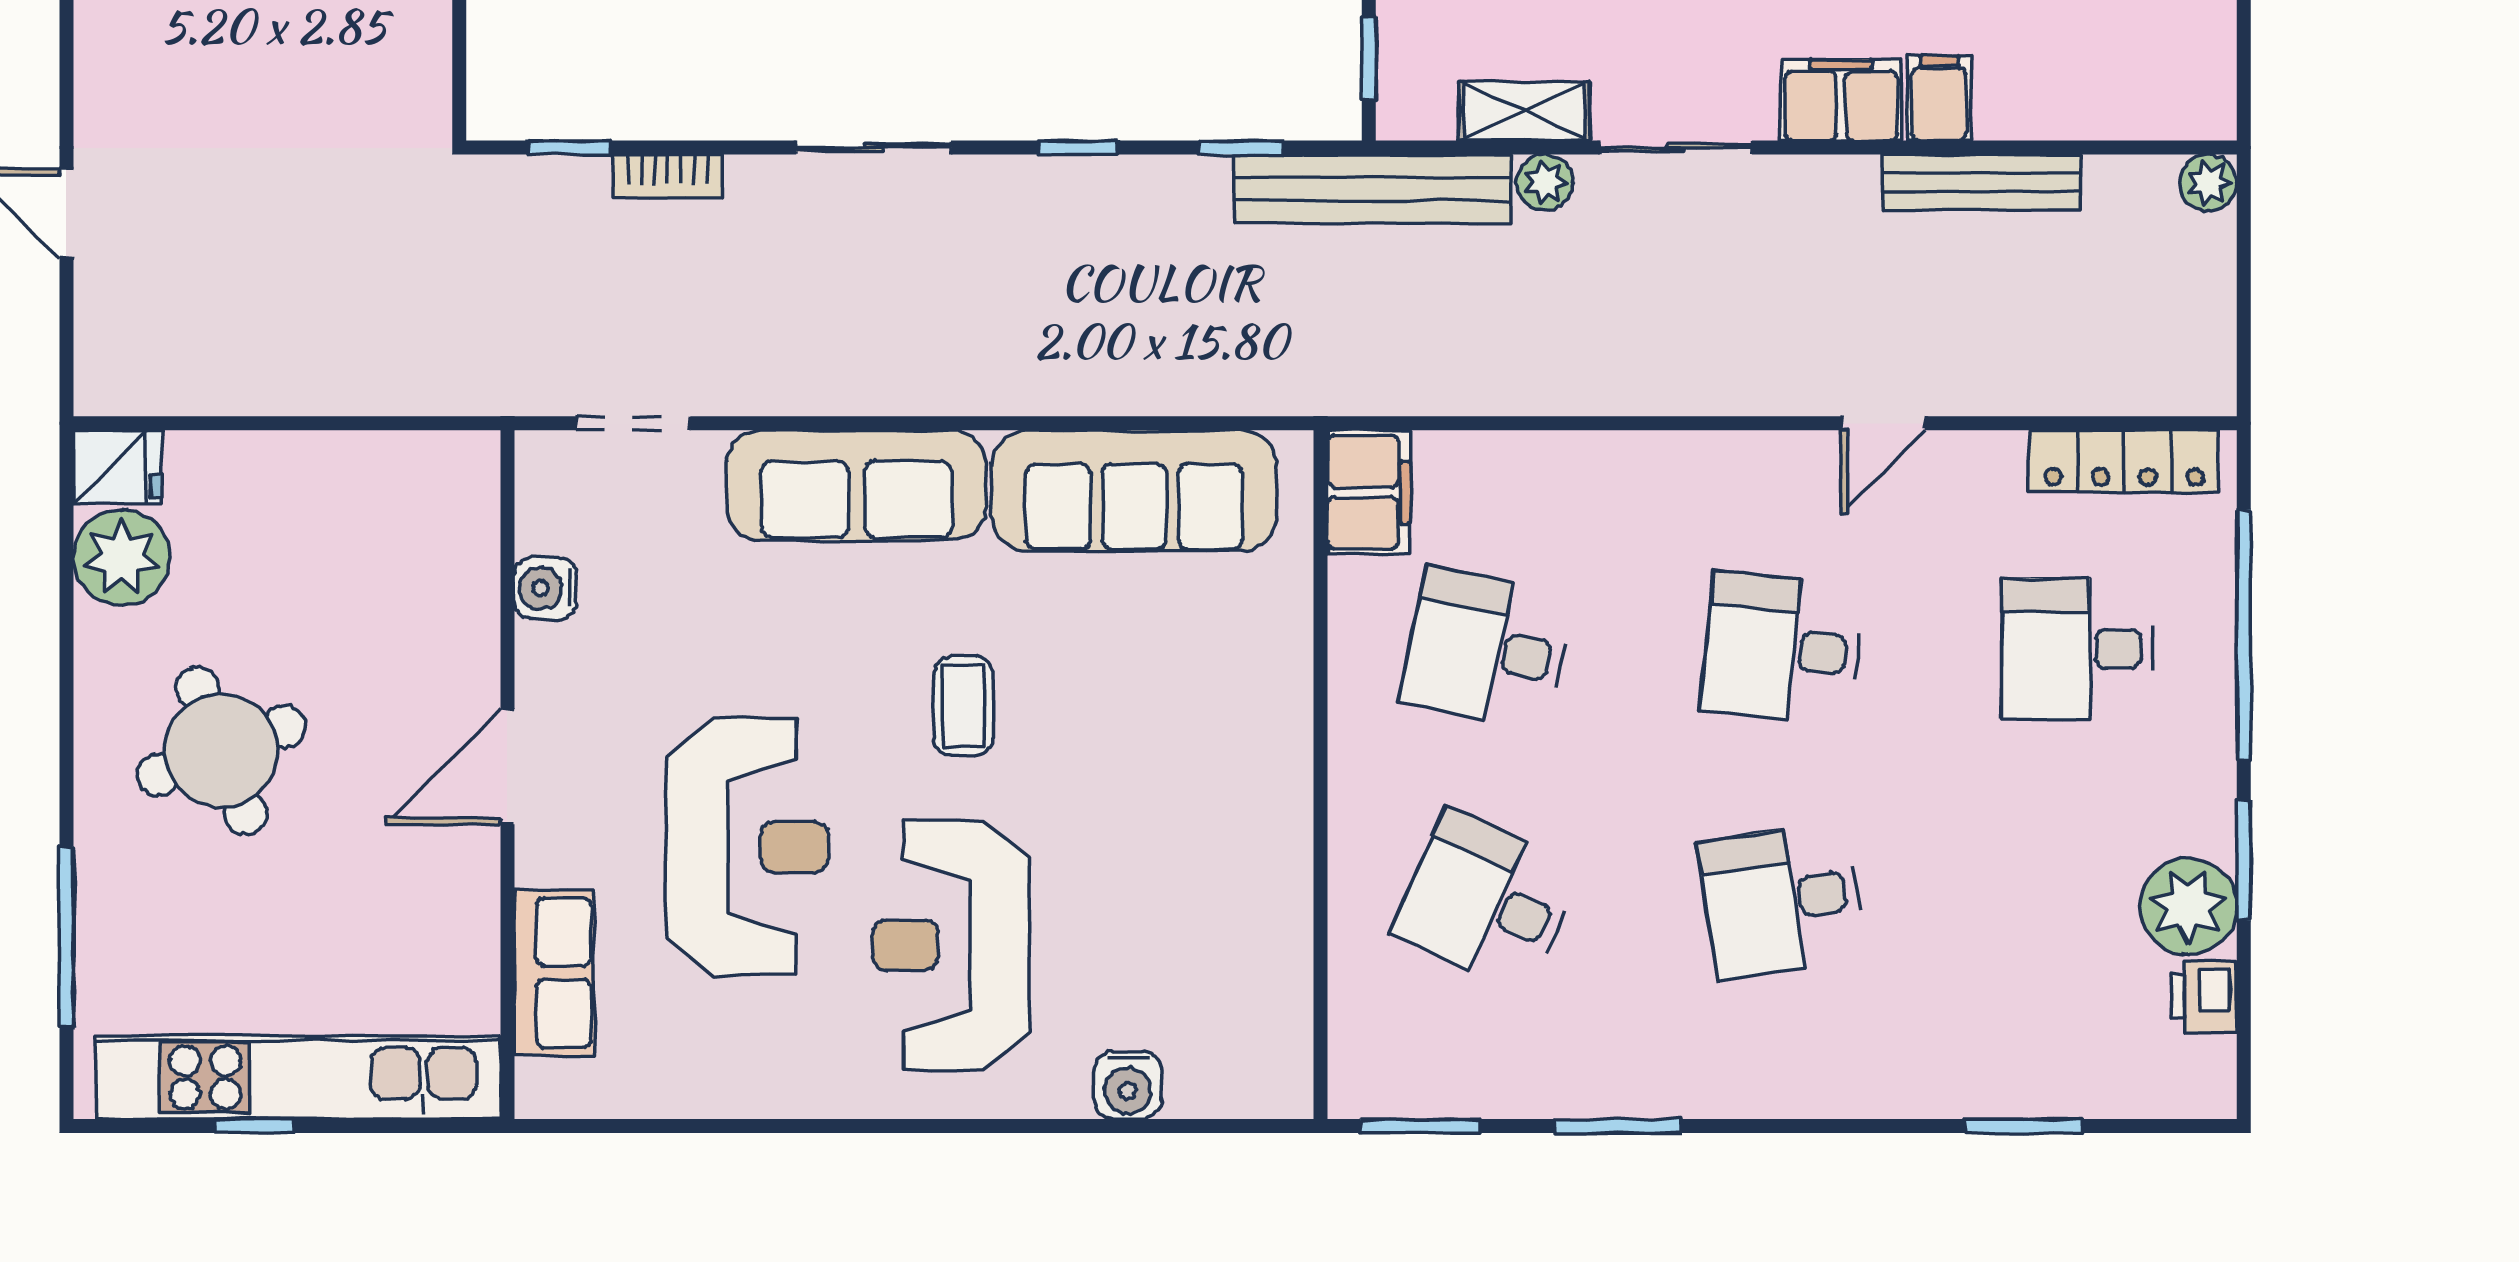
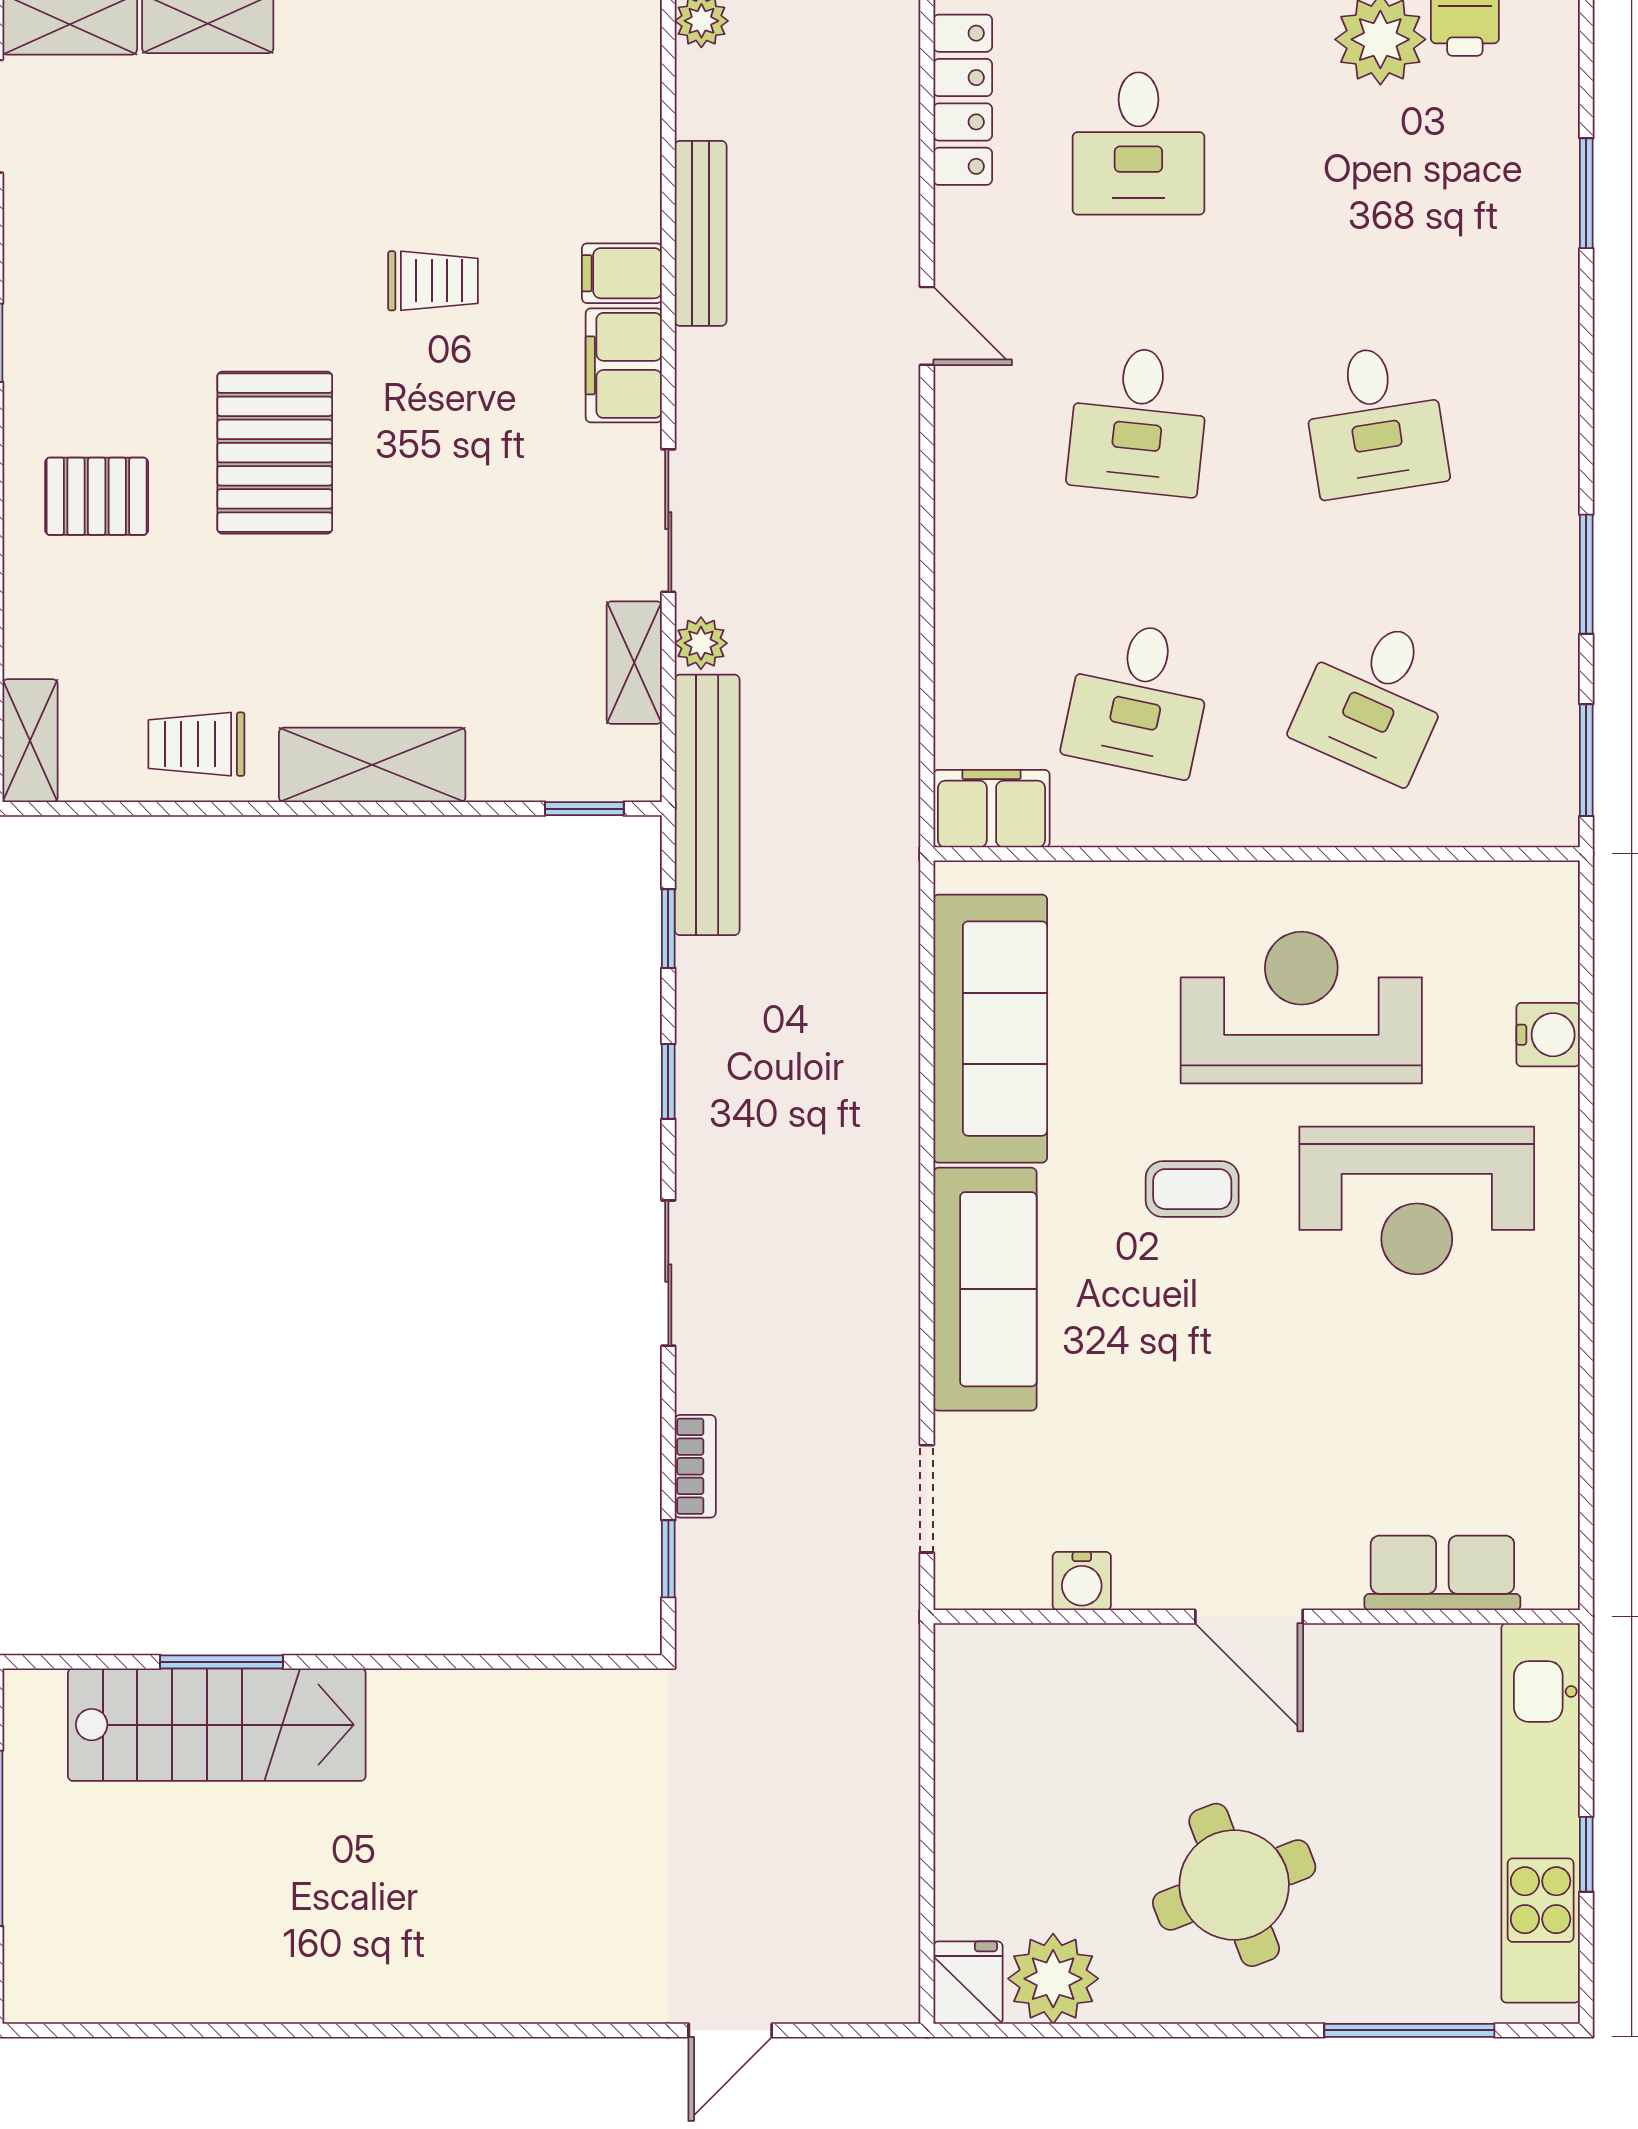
reception desk: (747, 847) -> (1301, 1008), moved

